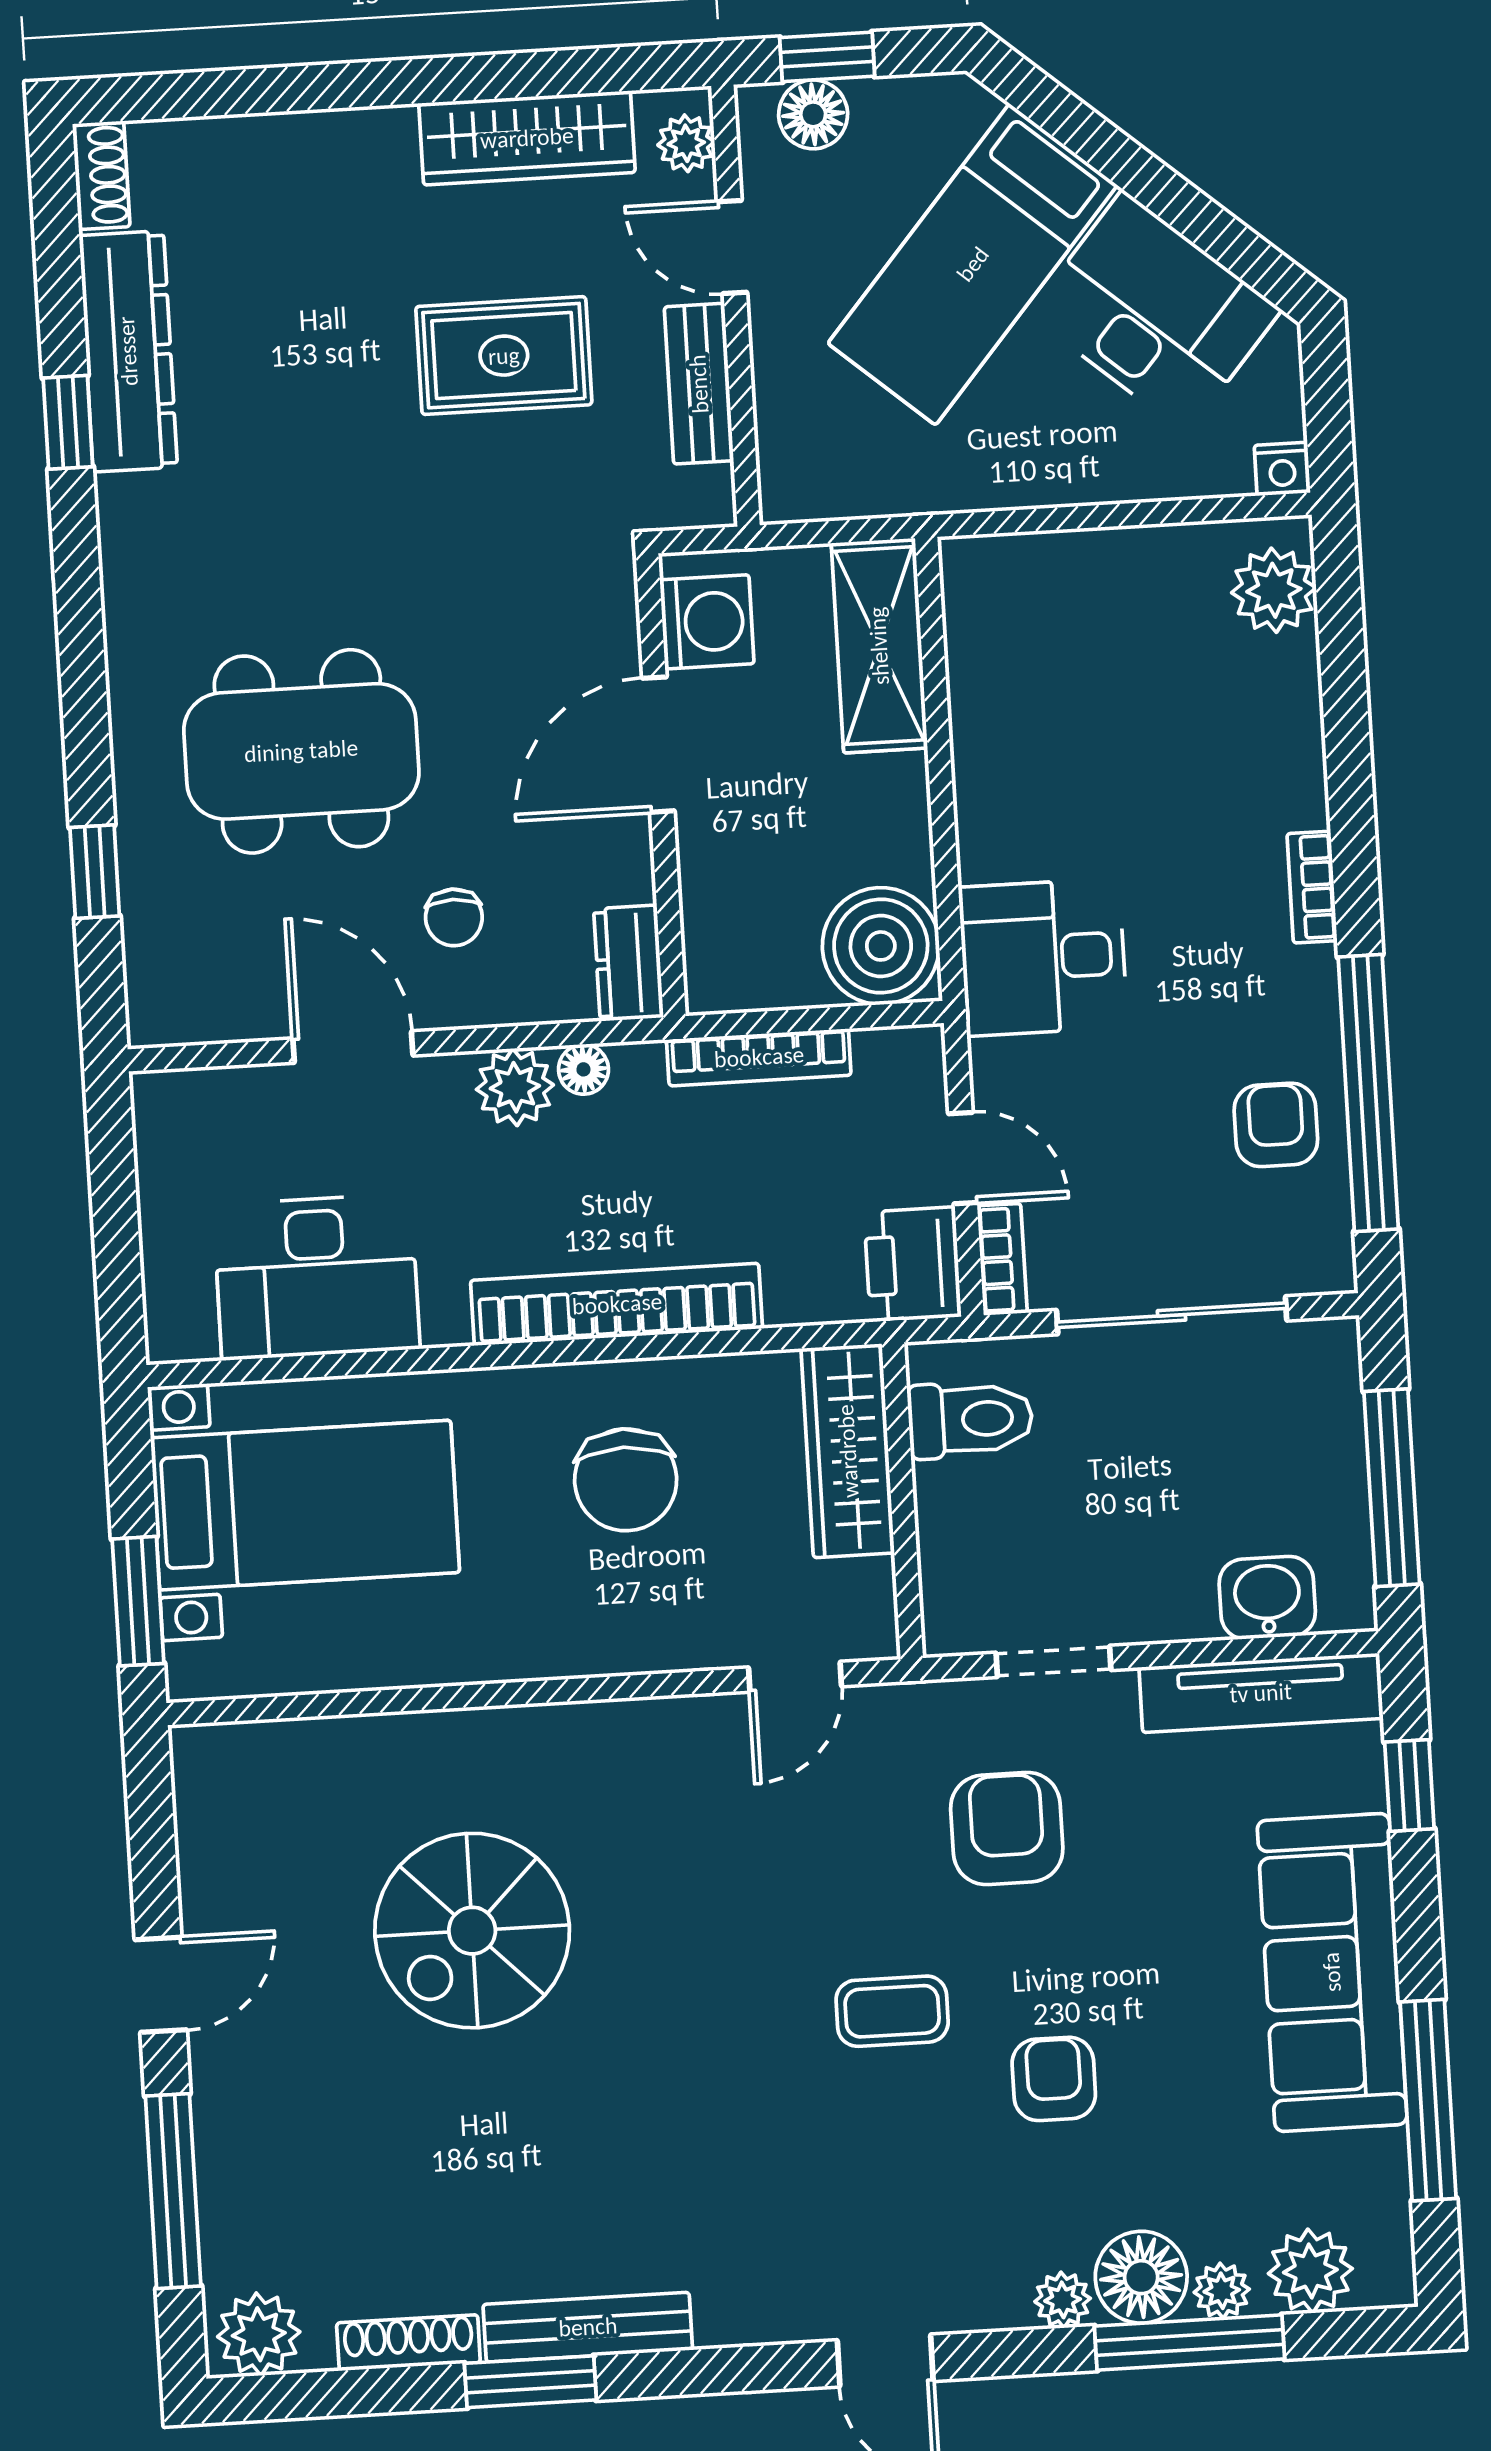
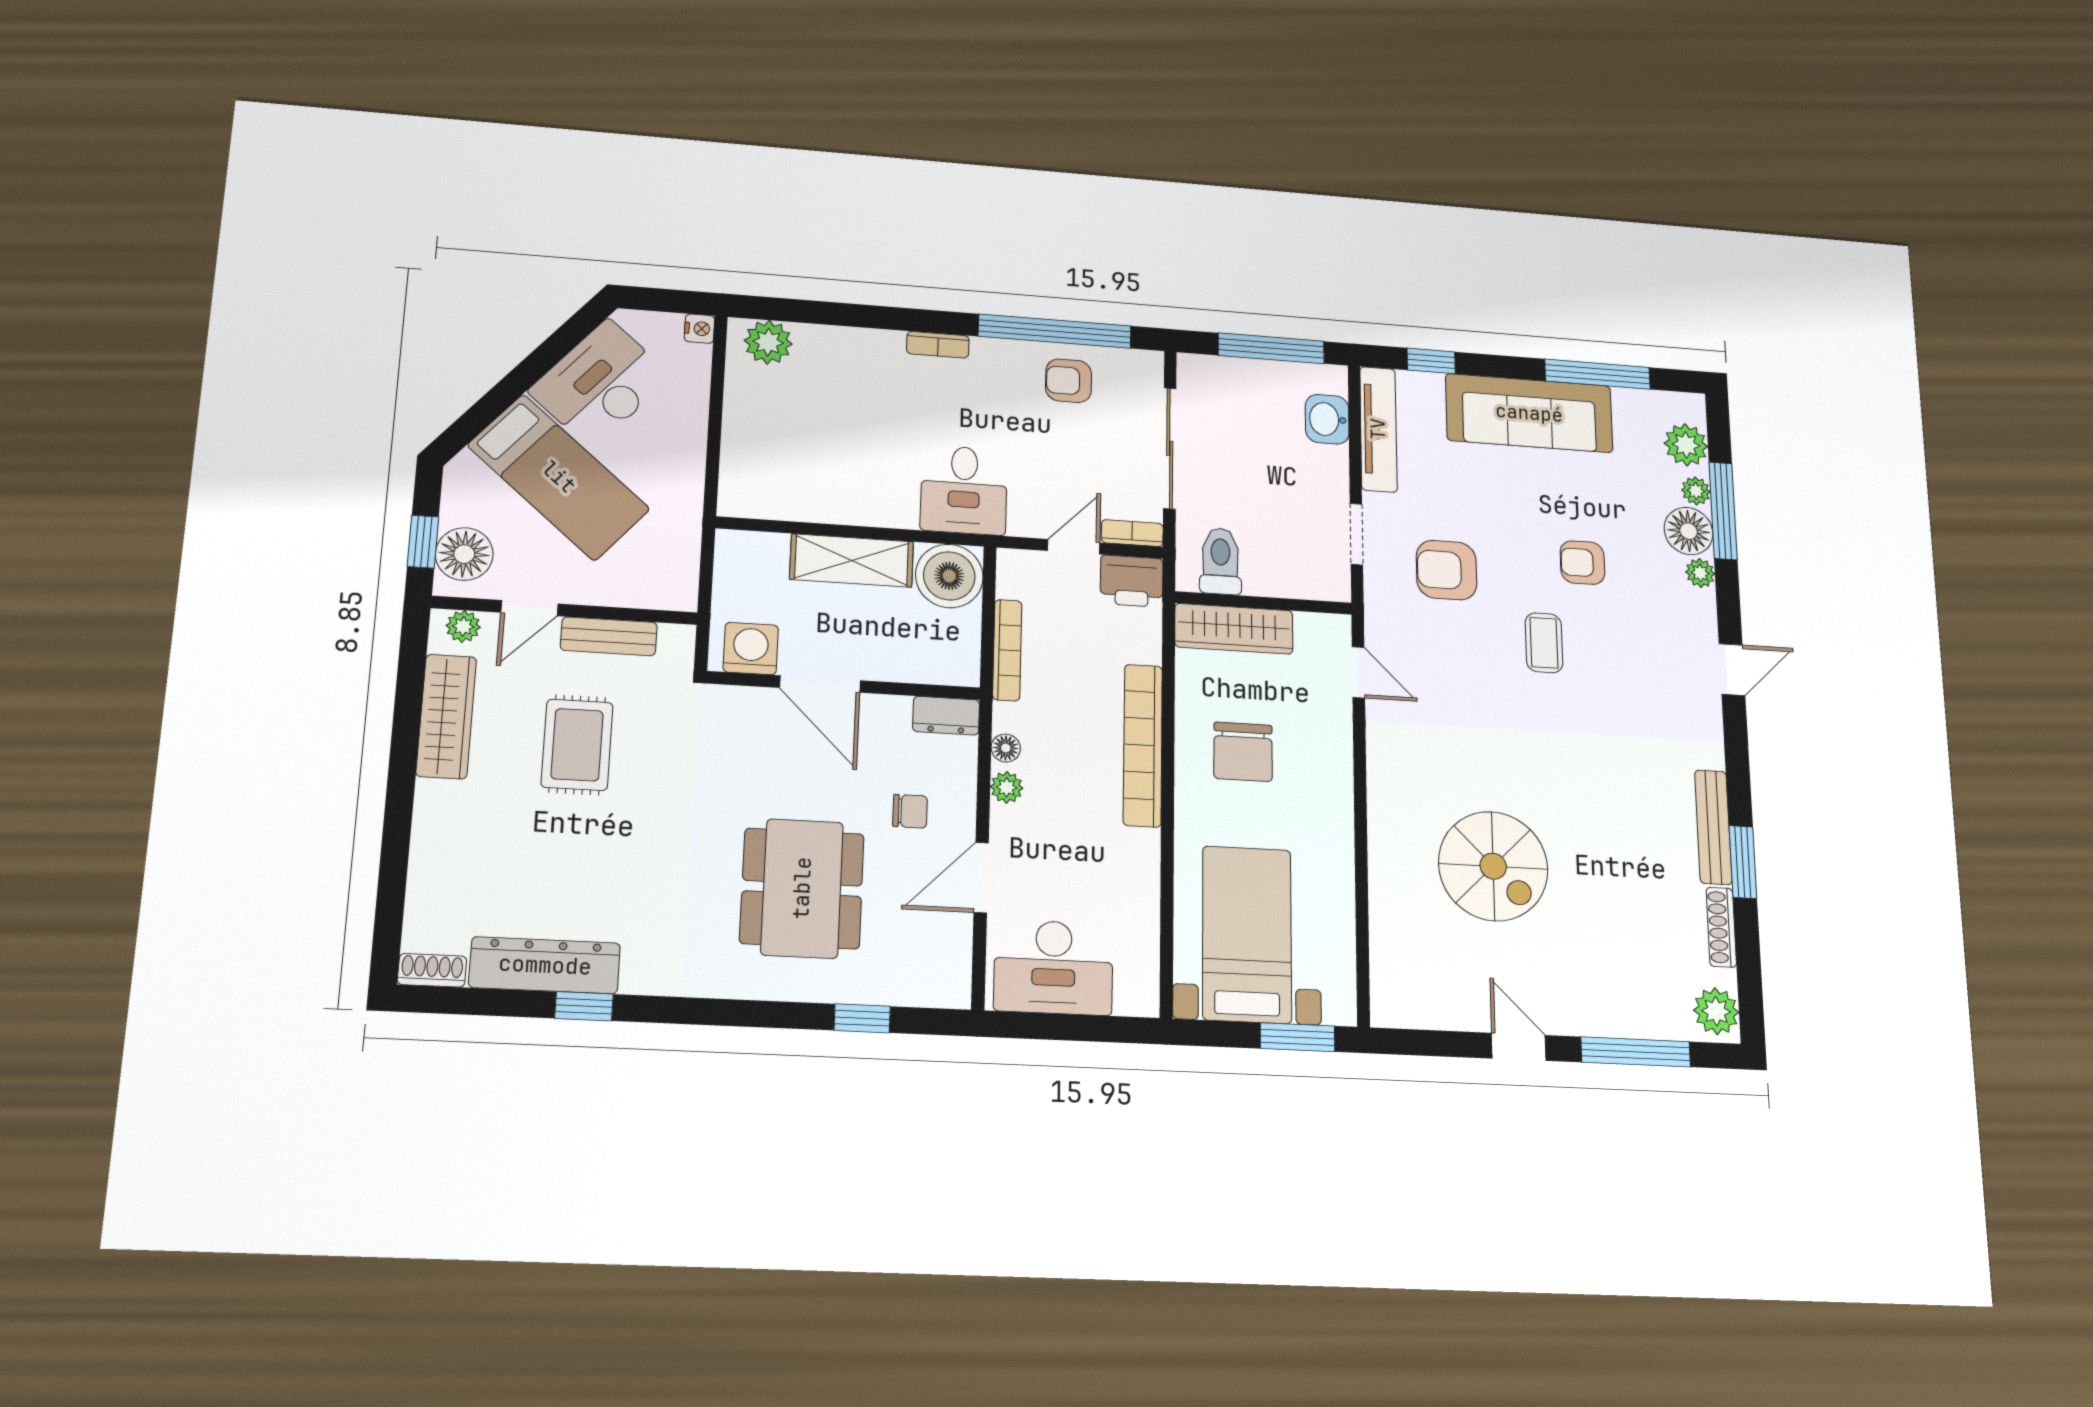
floor lamp: (813, 114) -> (464, 554), width x1.38, depth x1.38
shelving: (879, 646) -> (852, 560), moved
plant: (515, 1087) -> (1007, 787), width x0.73, depth x0.73
desk: (316, 1277) -> (1053, 967), moved, turned 90
chair: (626, 1480) -> (1243, 752), turned 90

